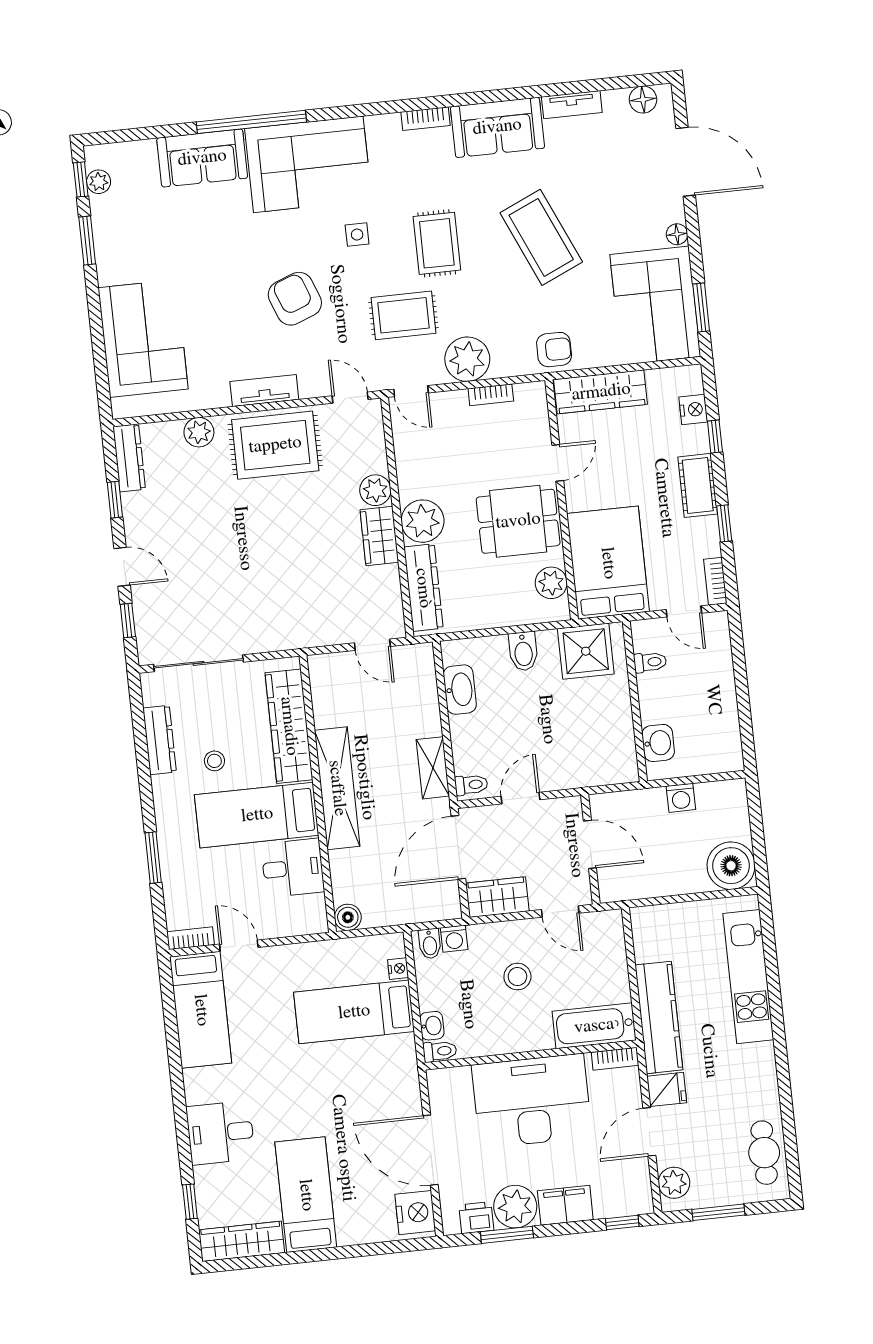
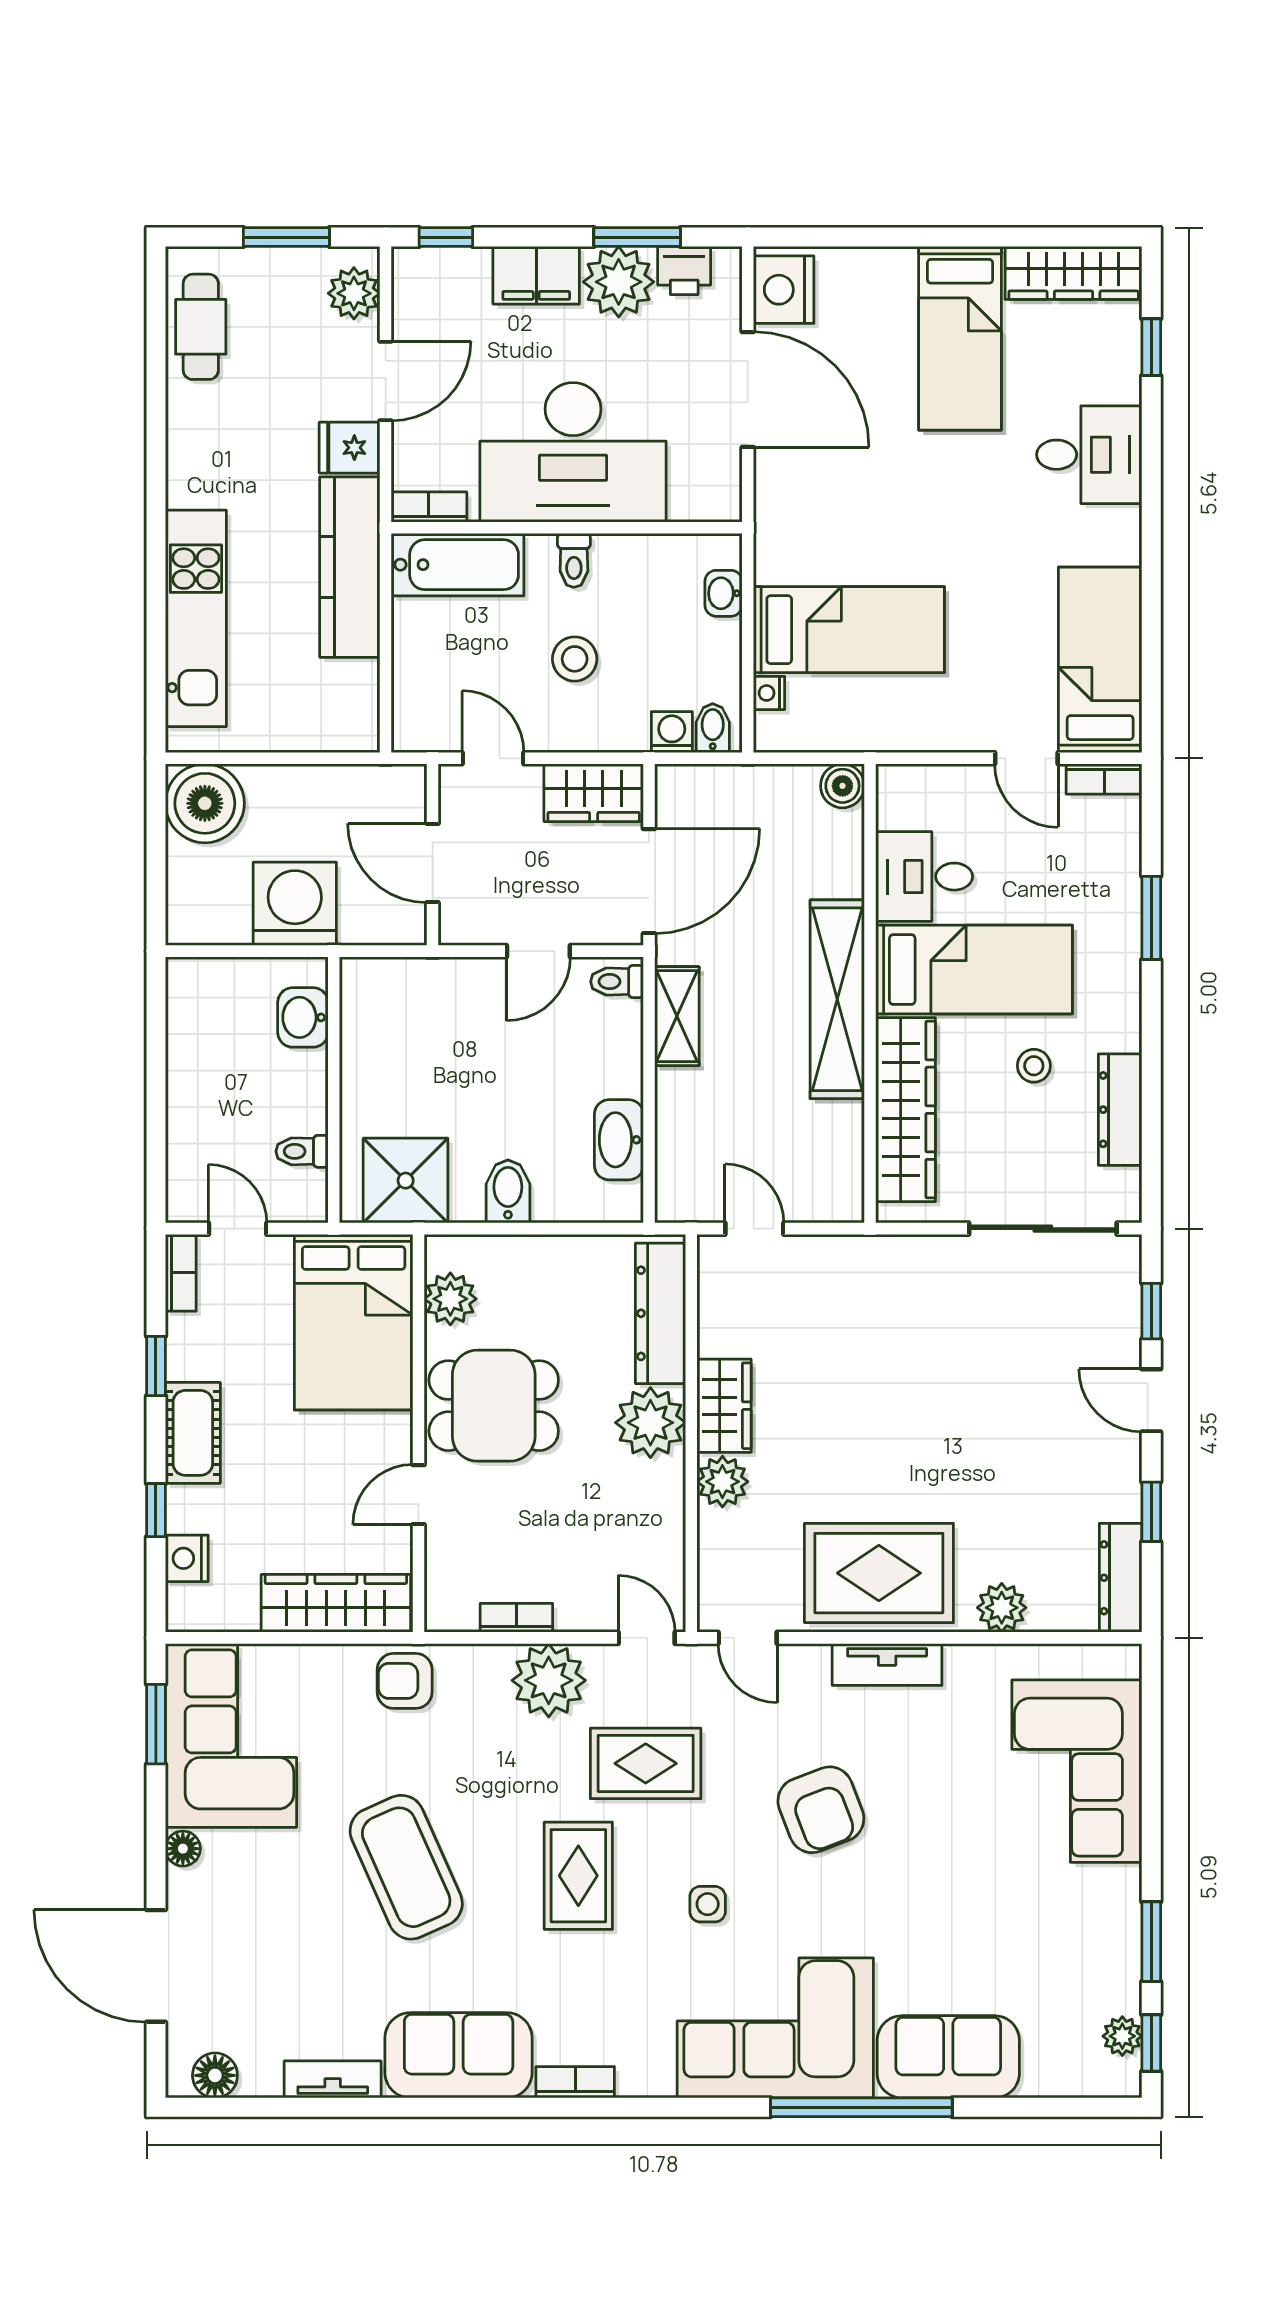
washing machine: (681, 798) -> (295, 904), width x1.89, depth x1.89
toilet: (440, 1051) -> (574, 560), moved, turned -90

